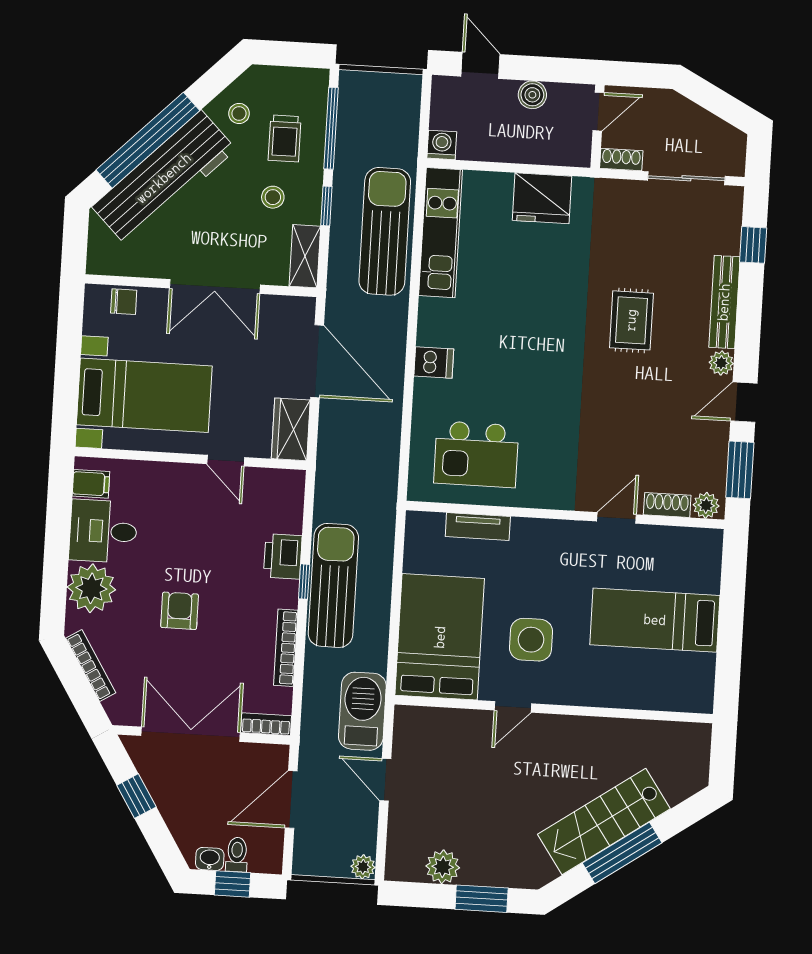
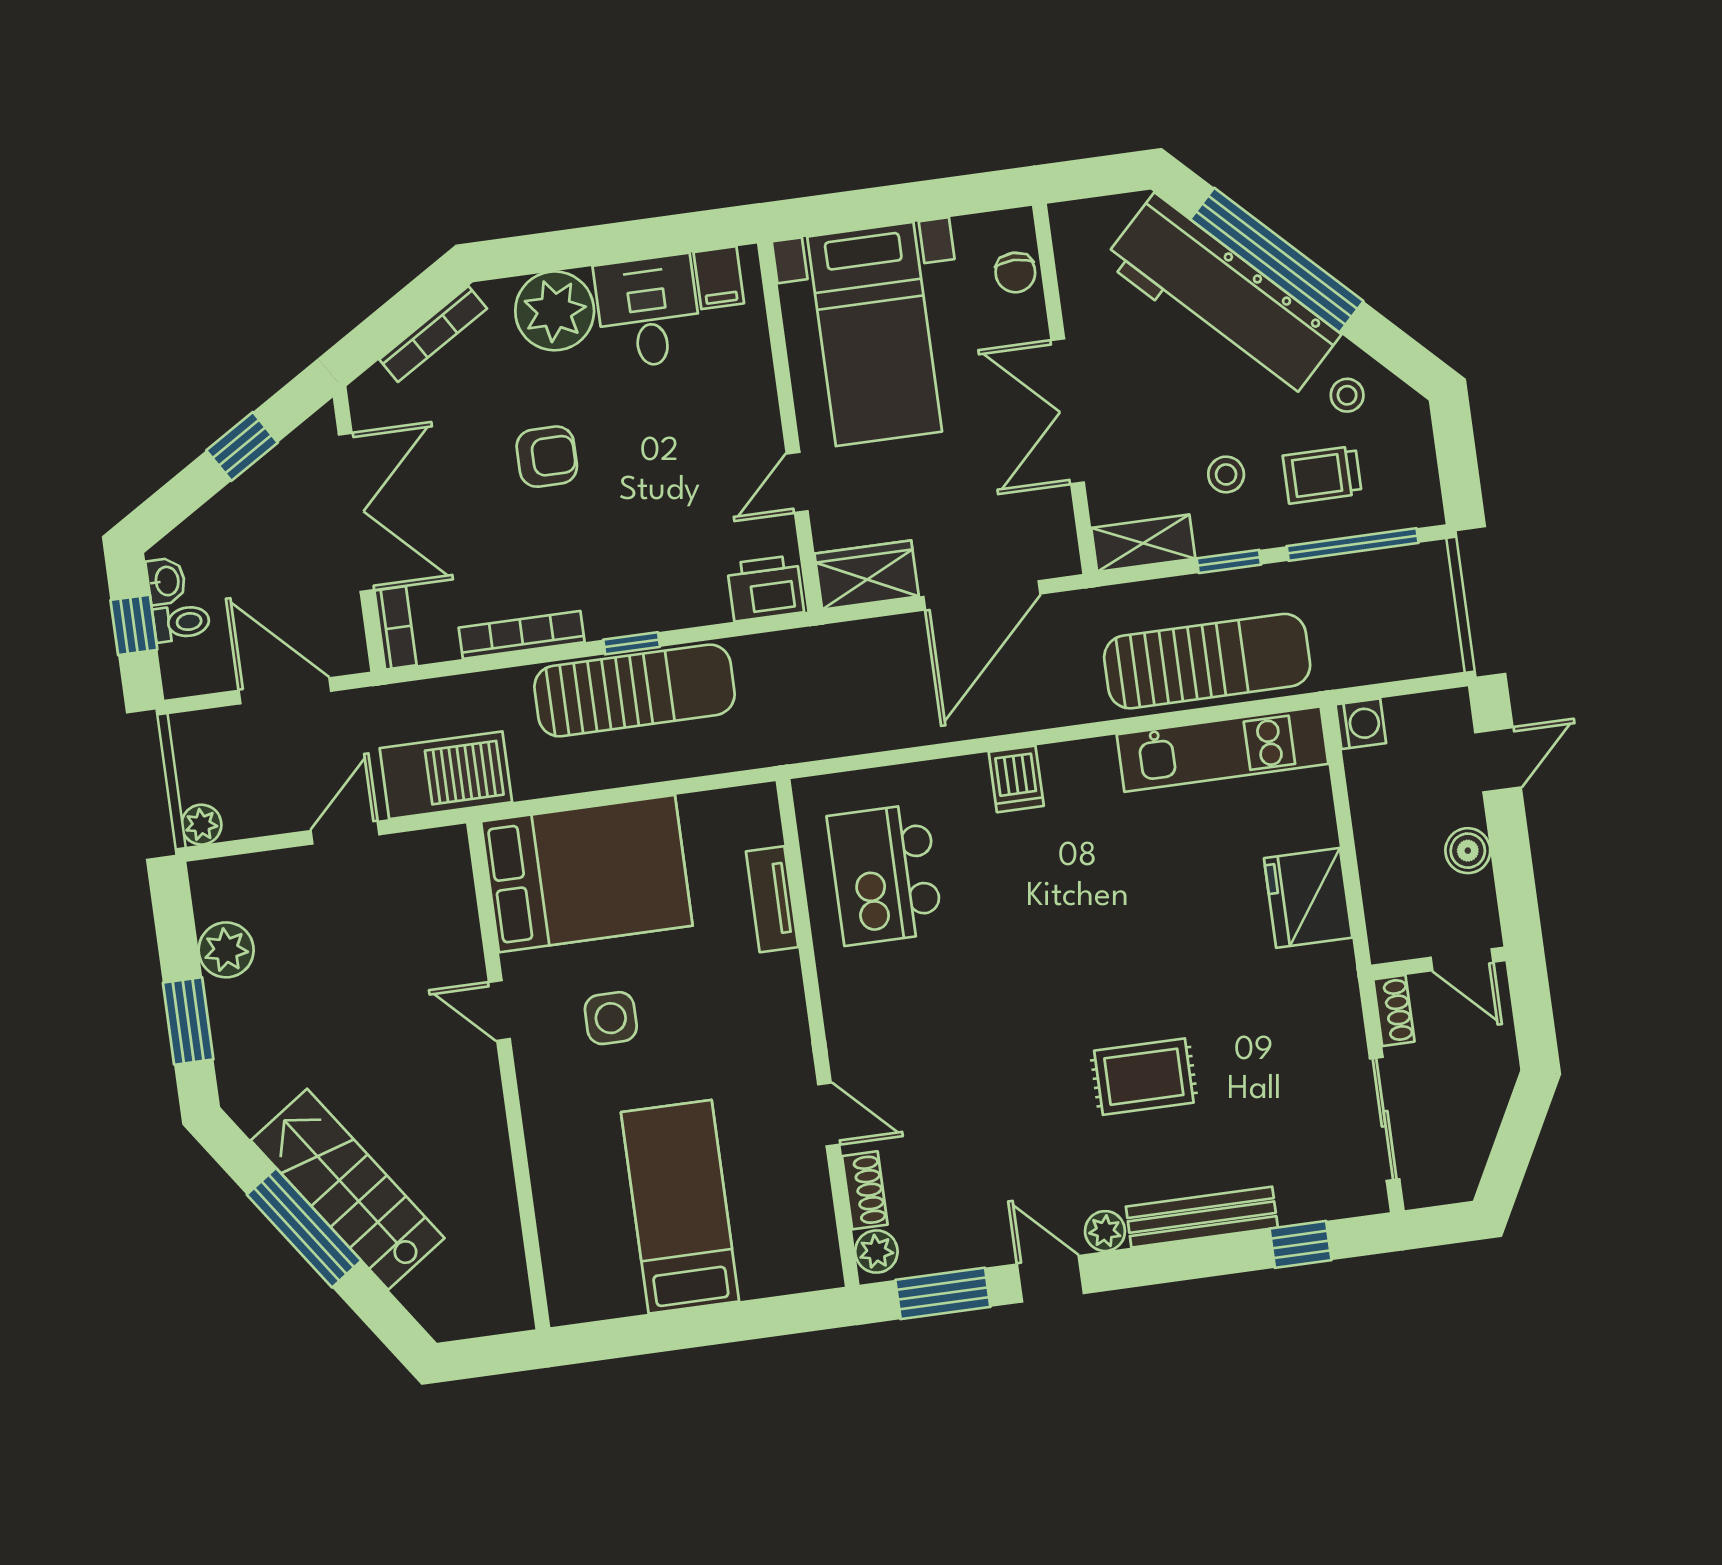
printer: (283, 556) -> (765, 588), moved
side table: (531, 640) -> (611, 1018), width x0.73, depth x0.73

